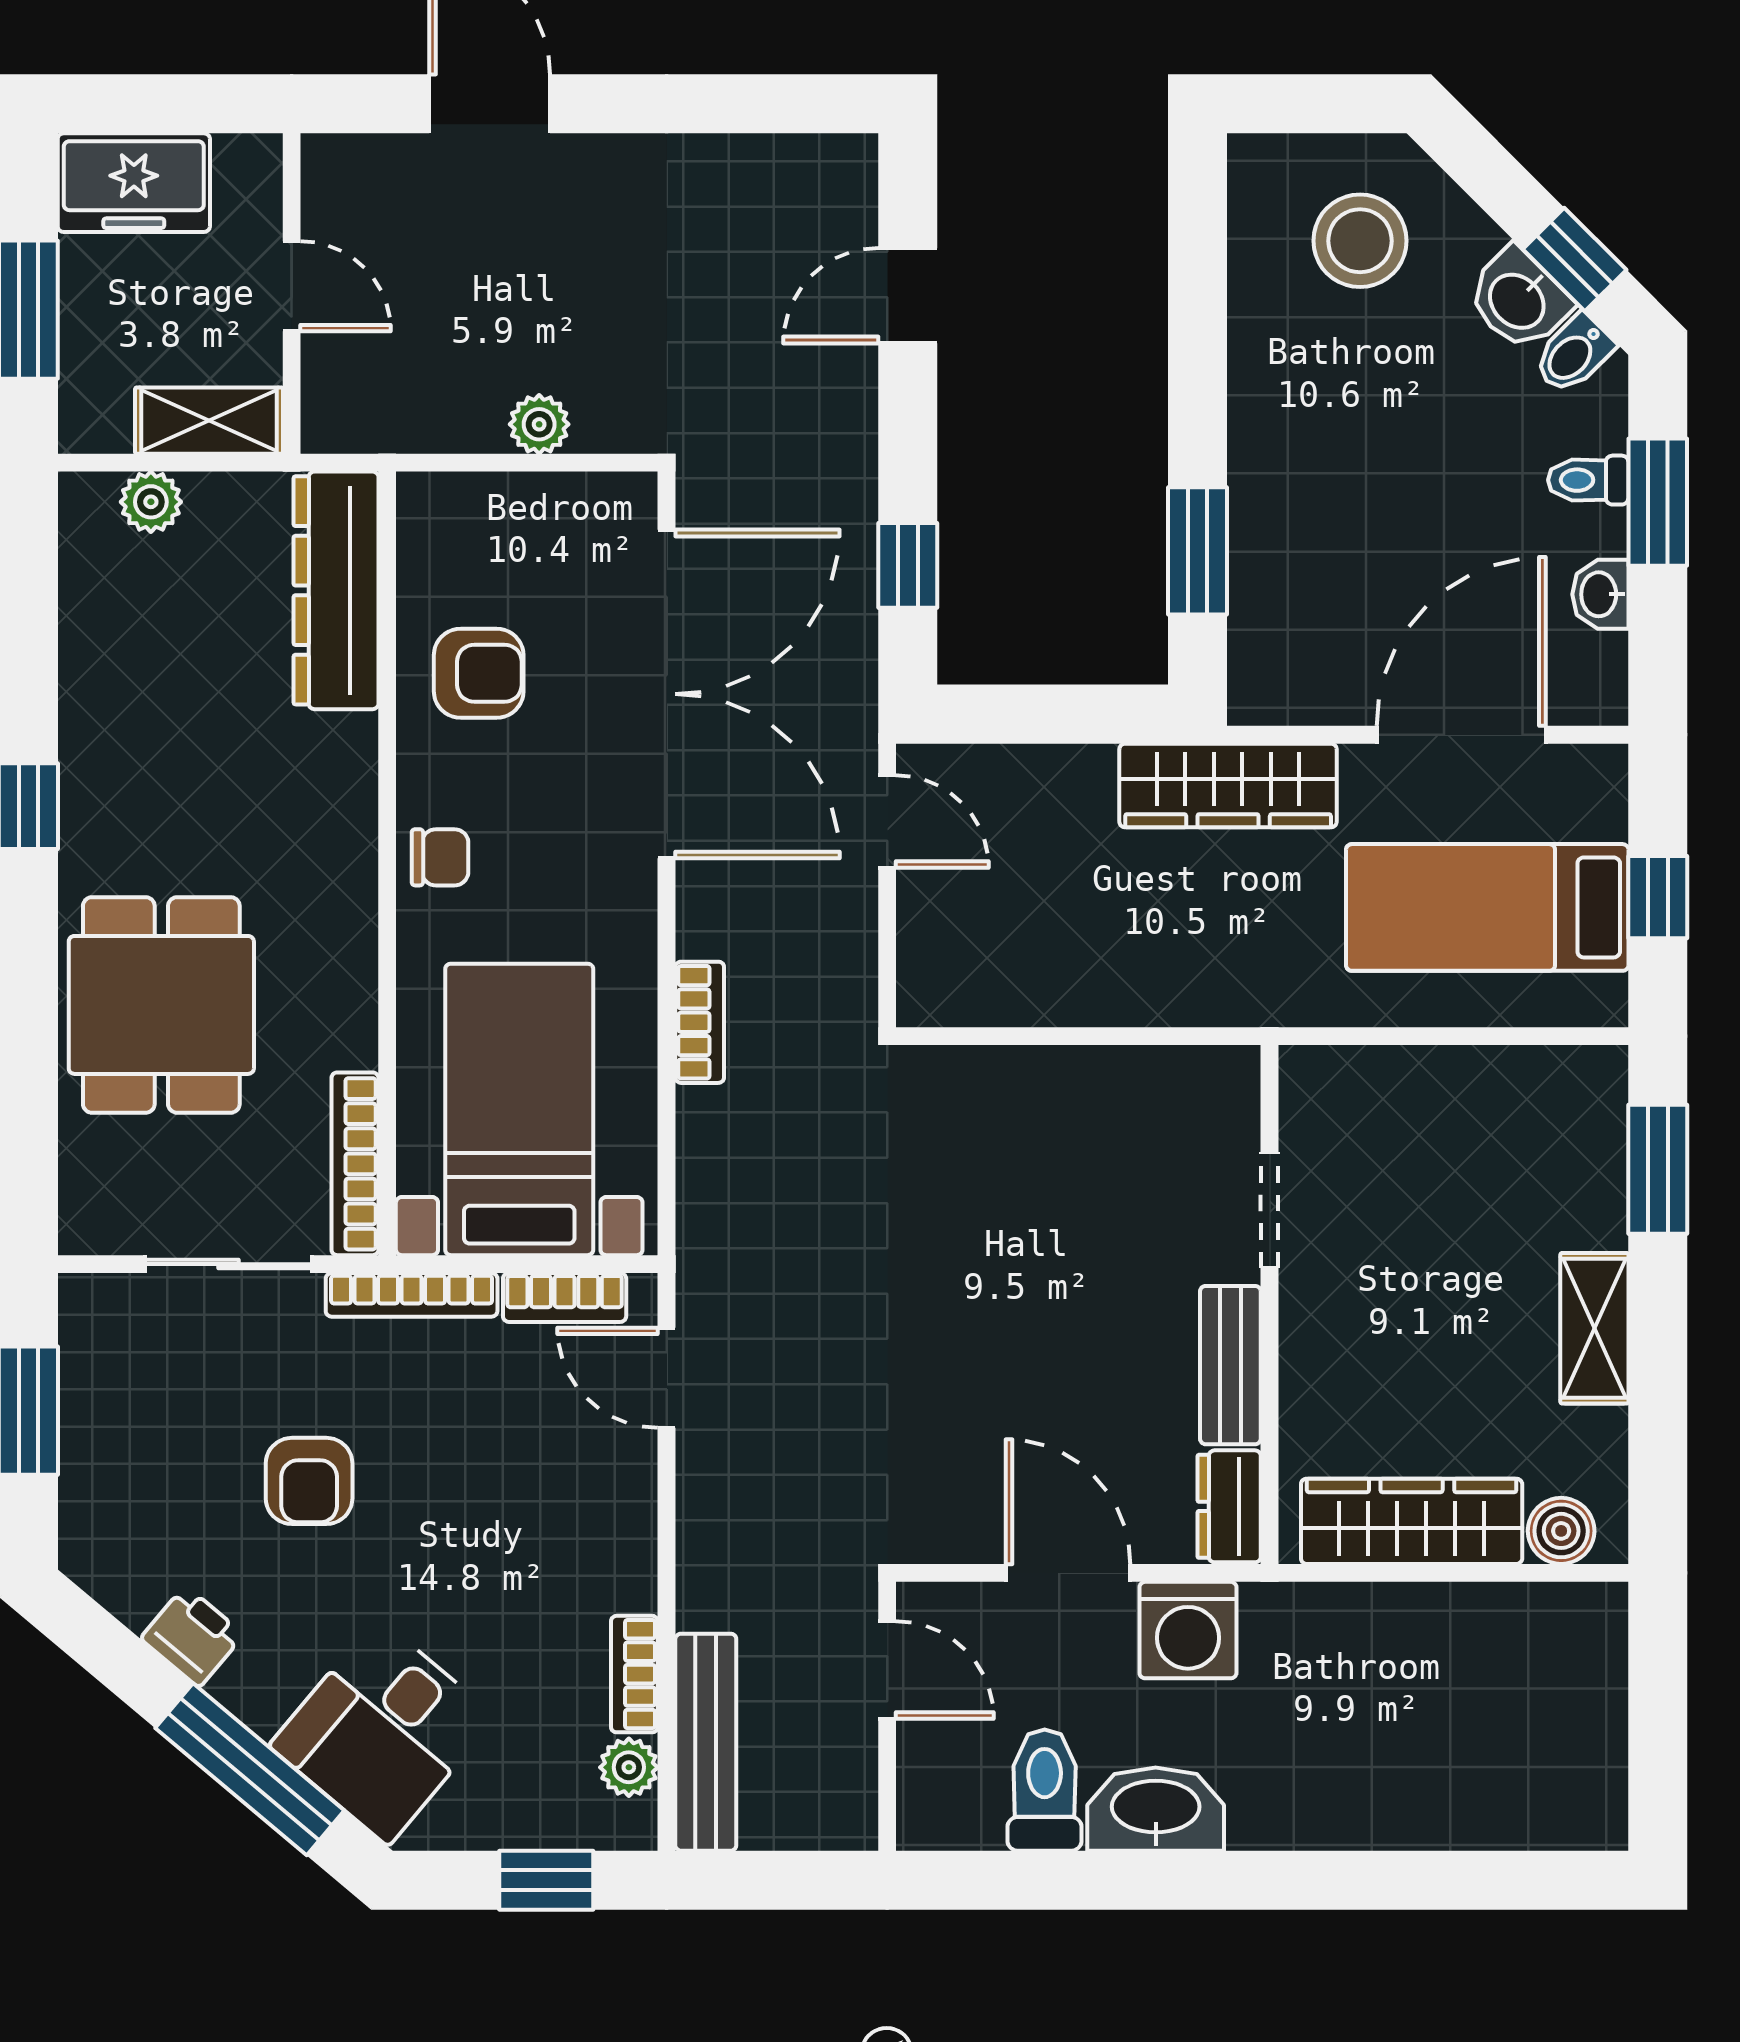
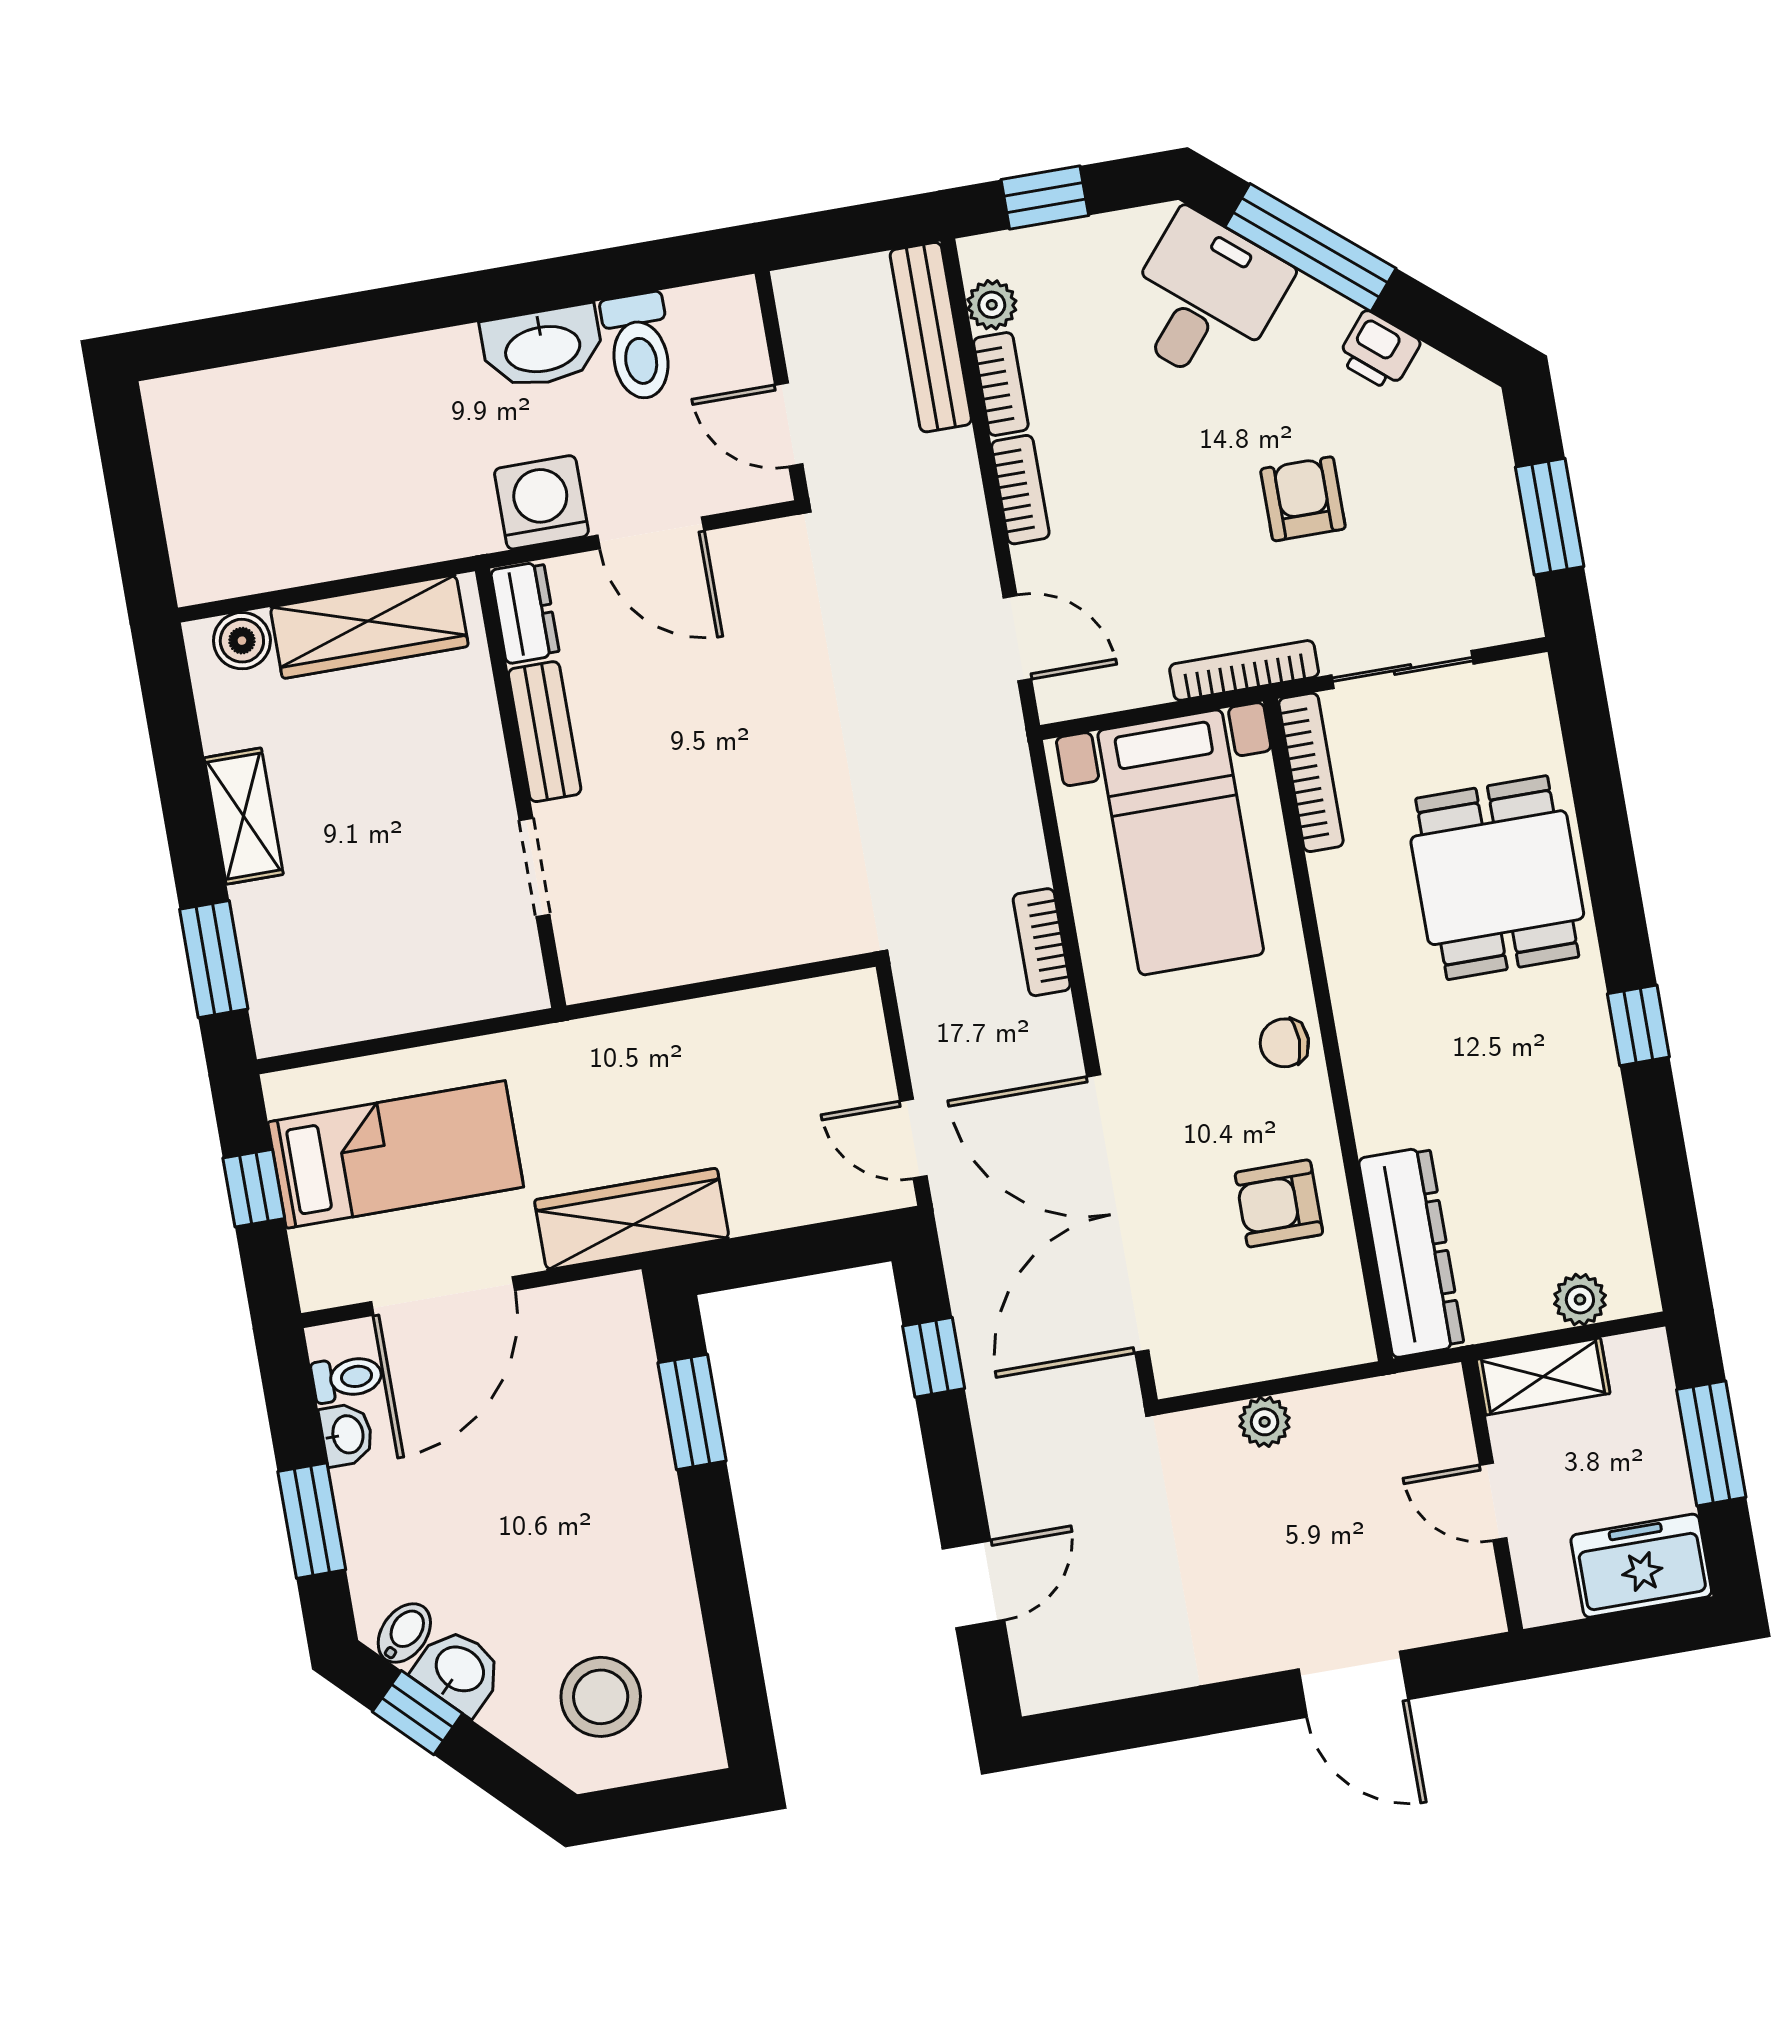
toilet: (1588, 480) -> (347, 1378), moved
bookcase: (565, 1297) -> (1020, 490), moved, turned 90

